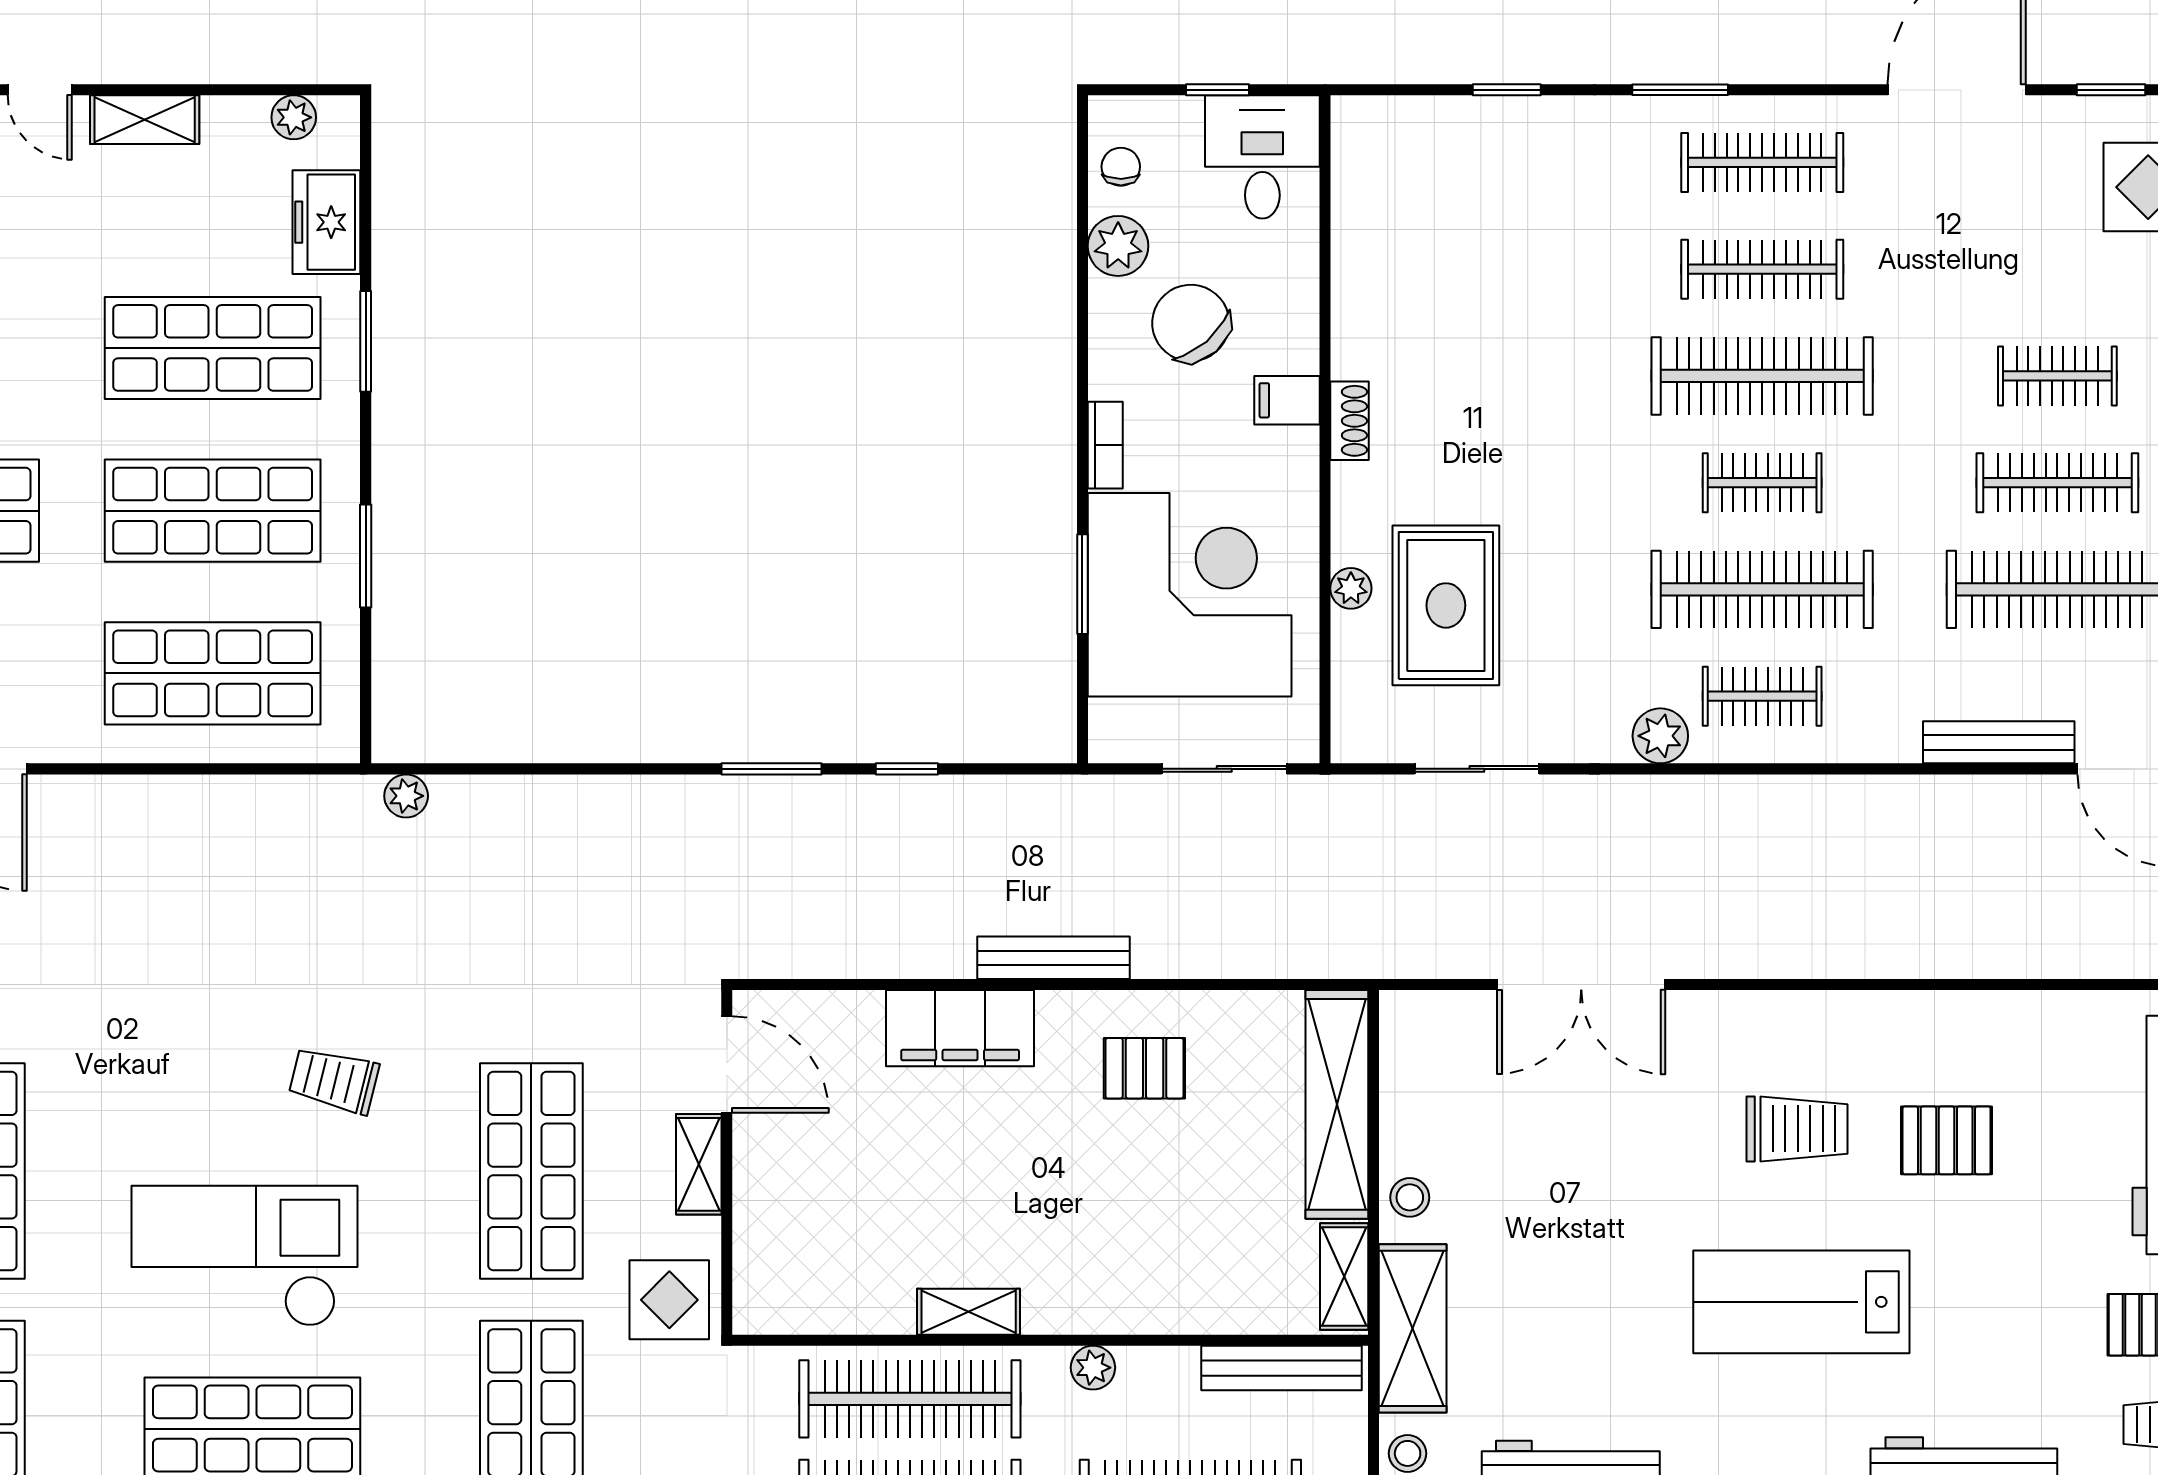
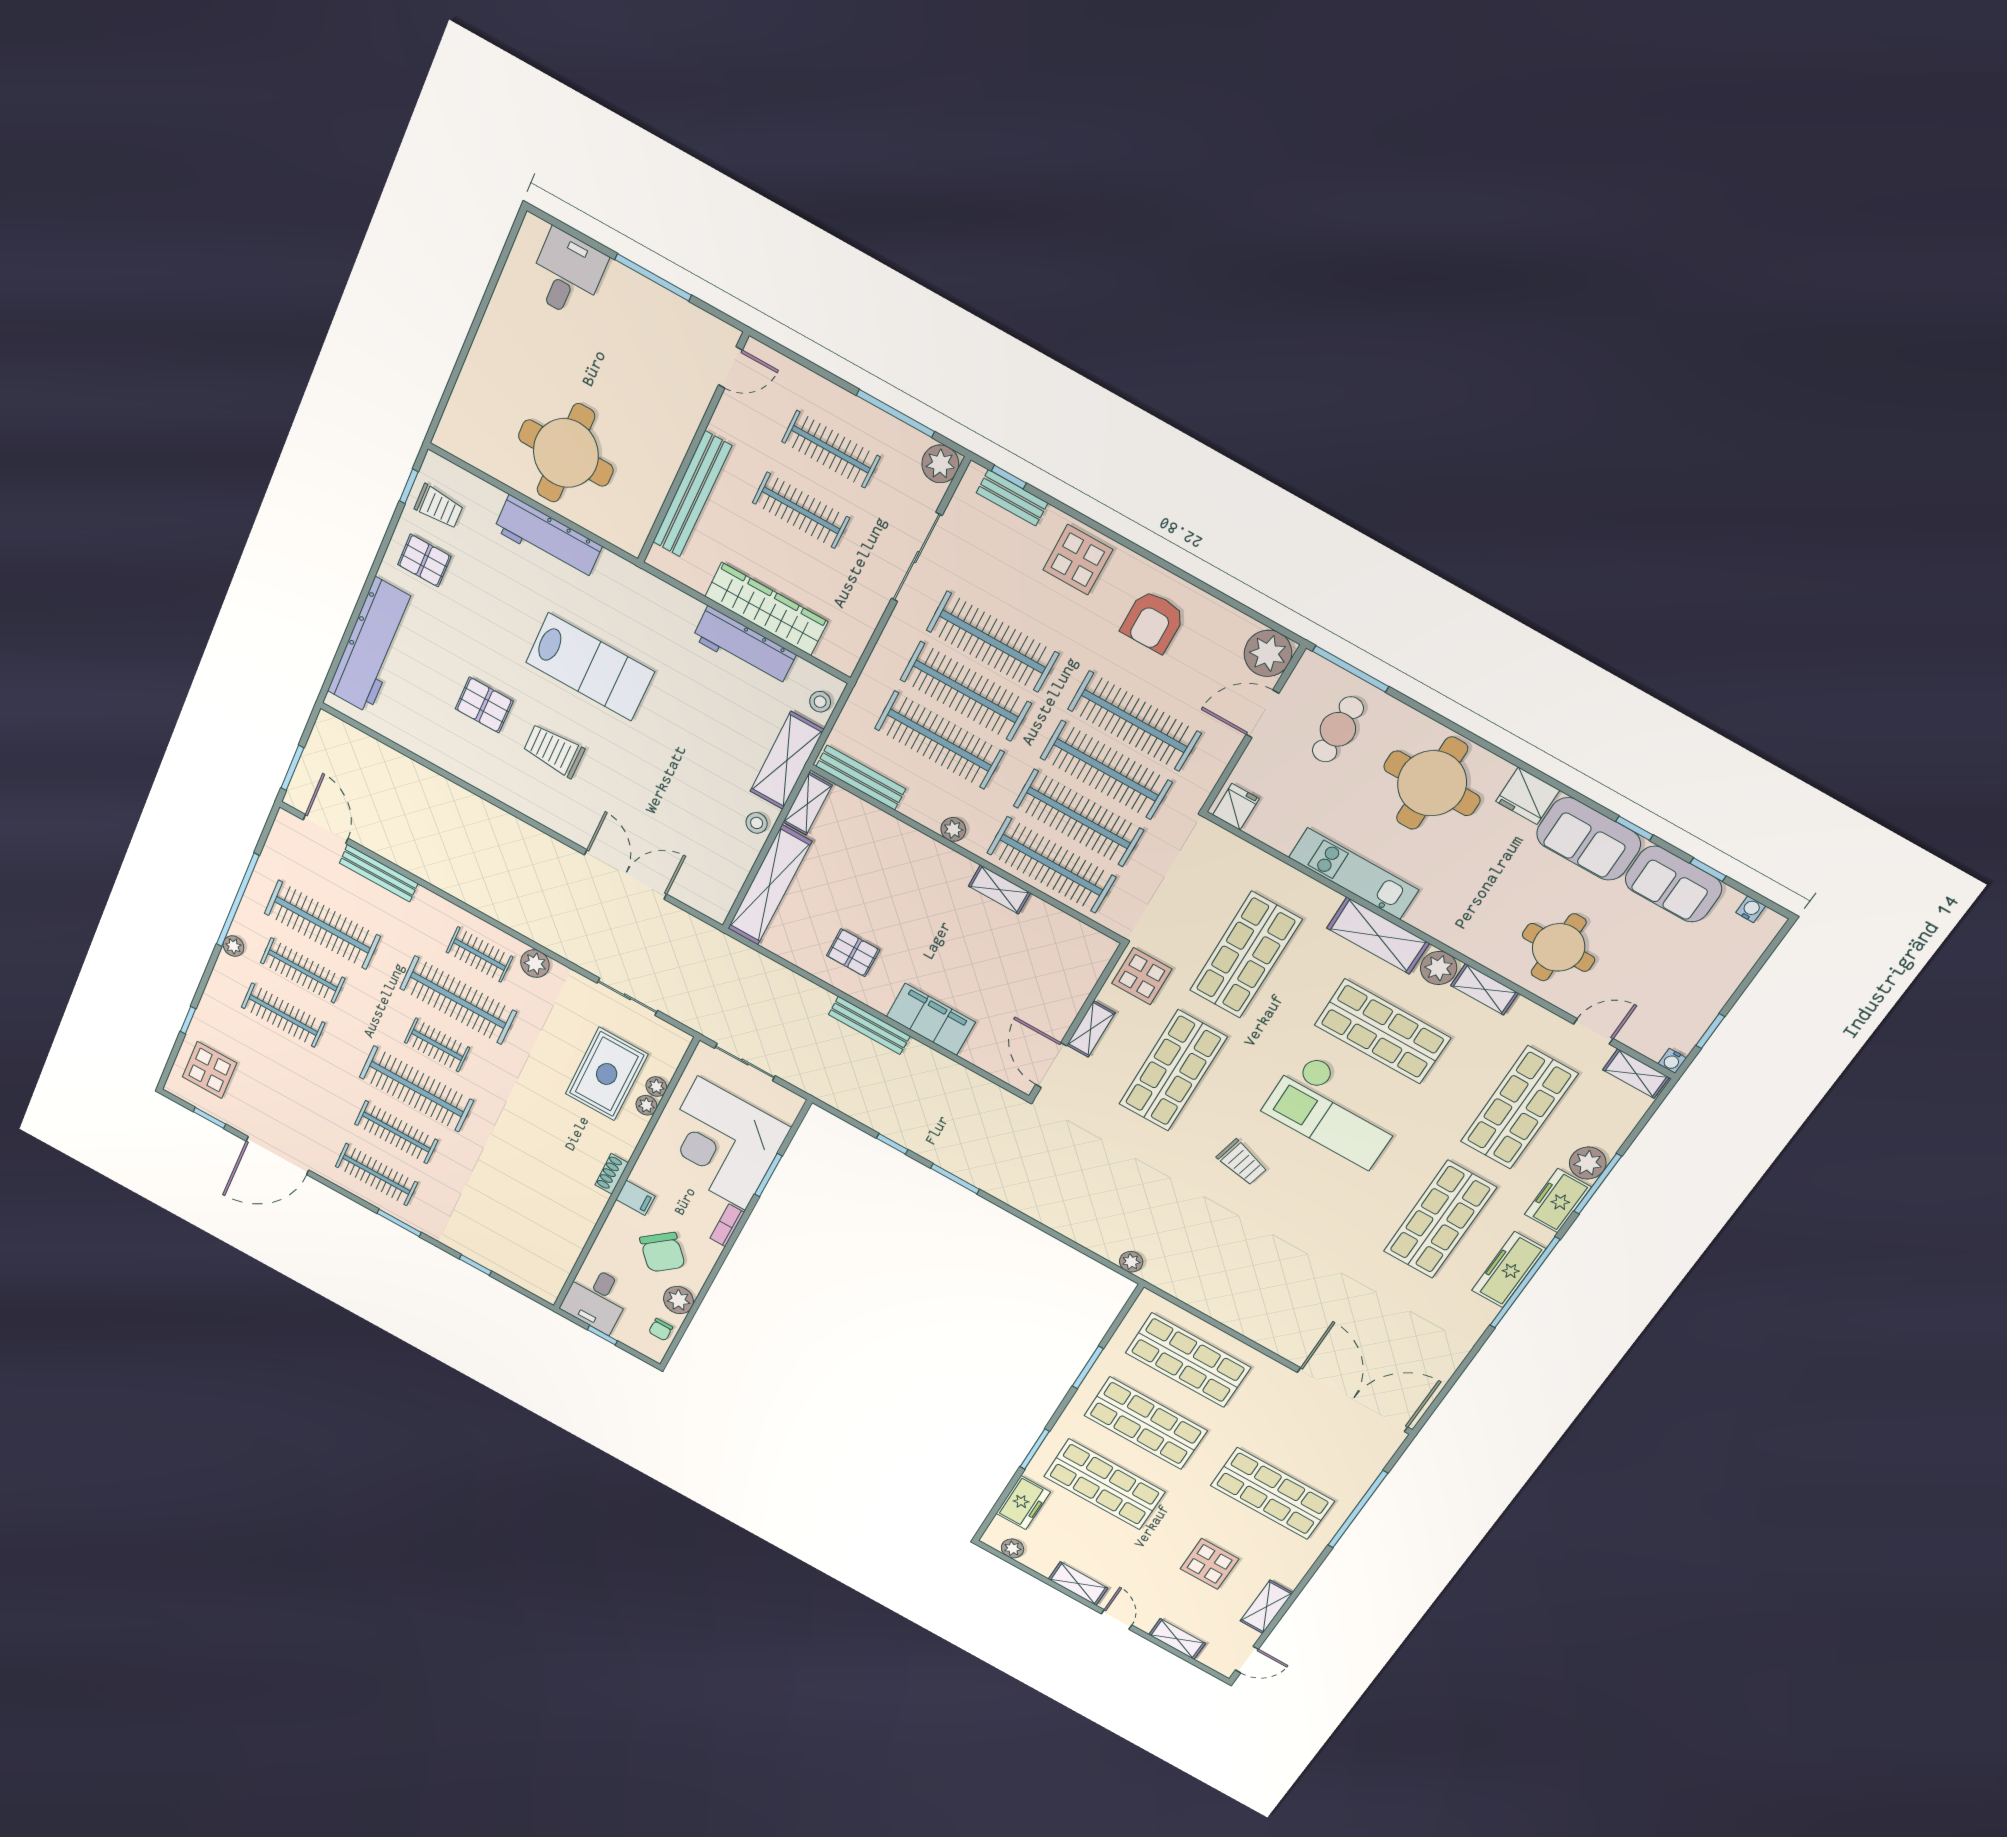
clothes rail: (2057, 376) -> (283, 1015), width x1.36
plant: (1351, 633) -> (656, 1087), added

